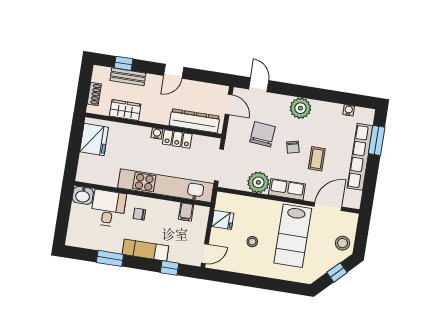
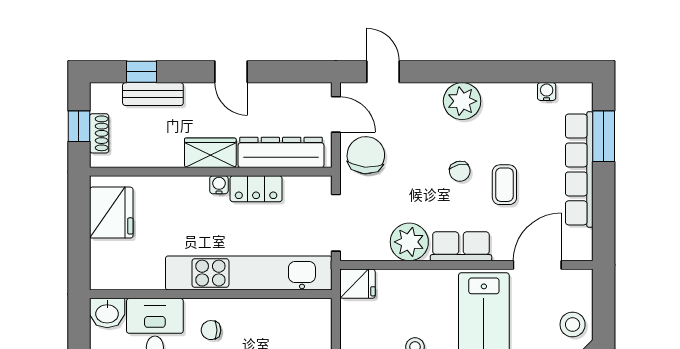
door: (174, 71) -> (231, 72), hinge flipped
window: (84, 88) -> (79, 126), added
wardrobe: (125, 110) -> (210, 153), moved
chair: (263, 134) -> (366, 155), moved
filing cabinet: (186, 212) -> (291, 313), removed
fridge: (223, 220) -> (357, 284), moved

